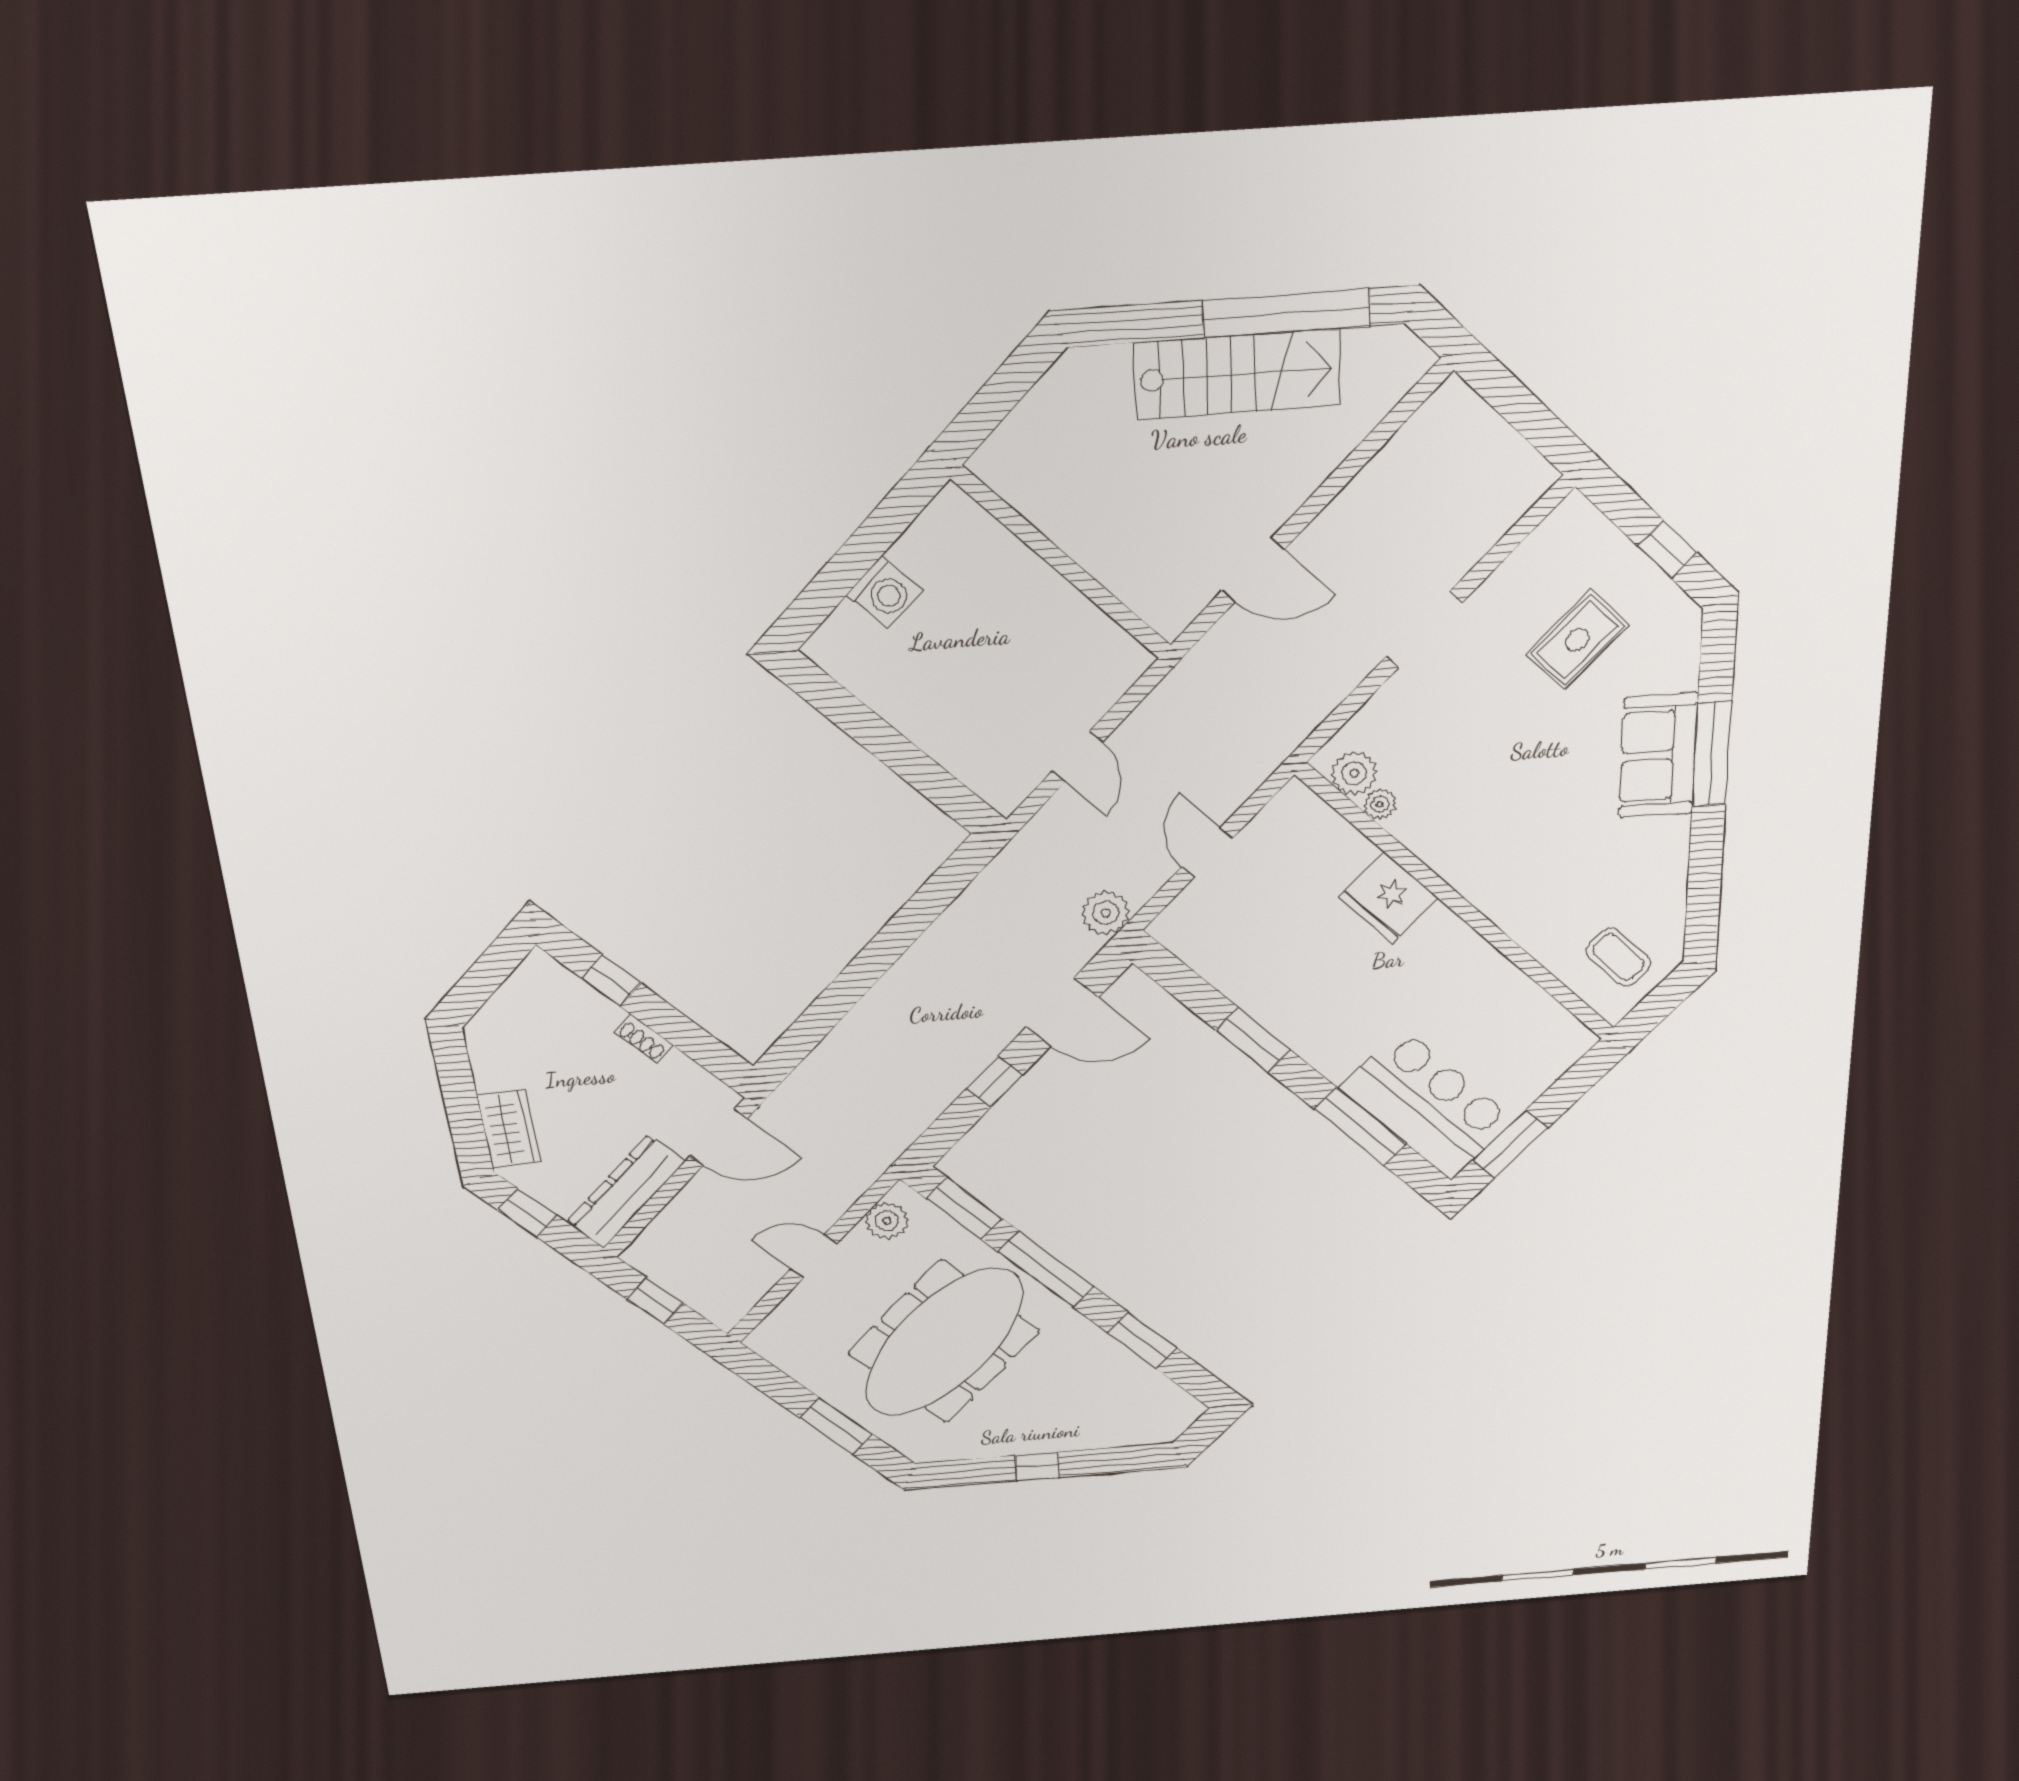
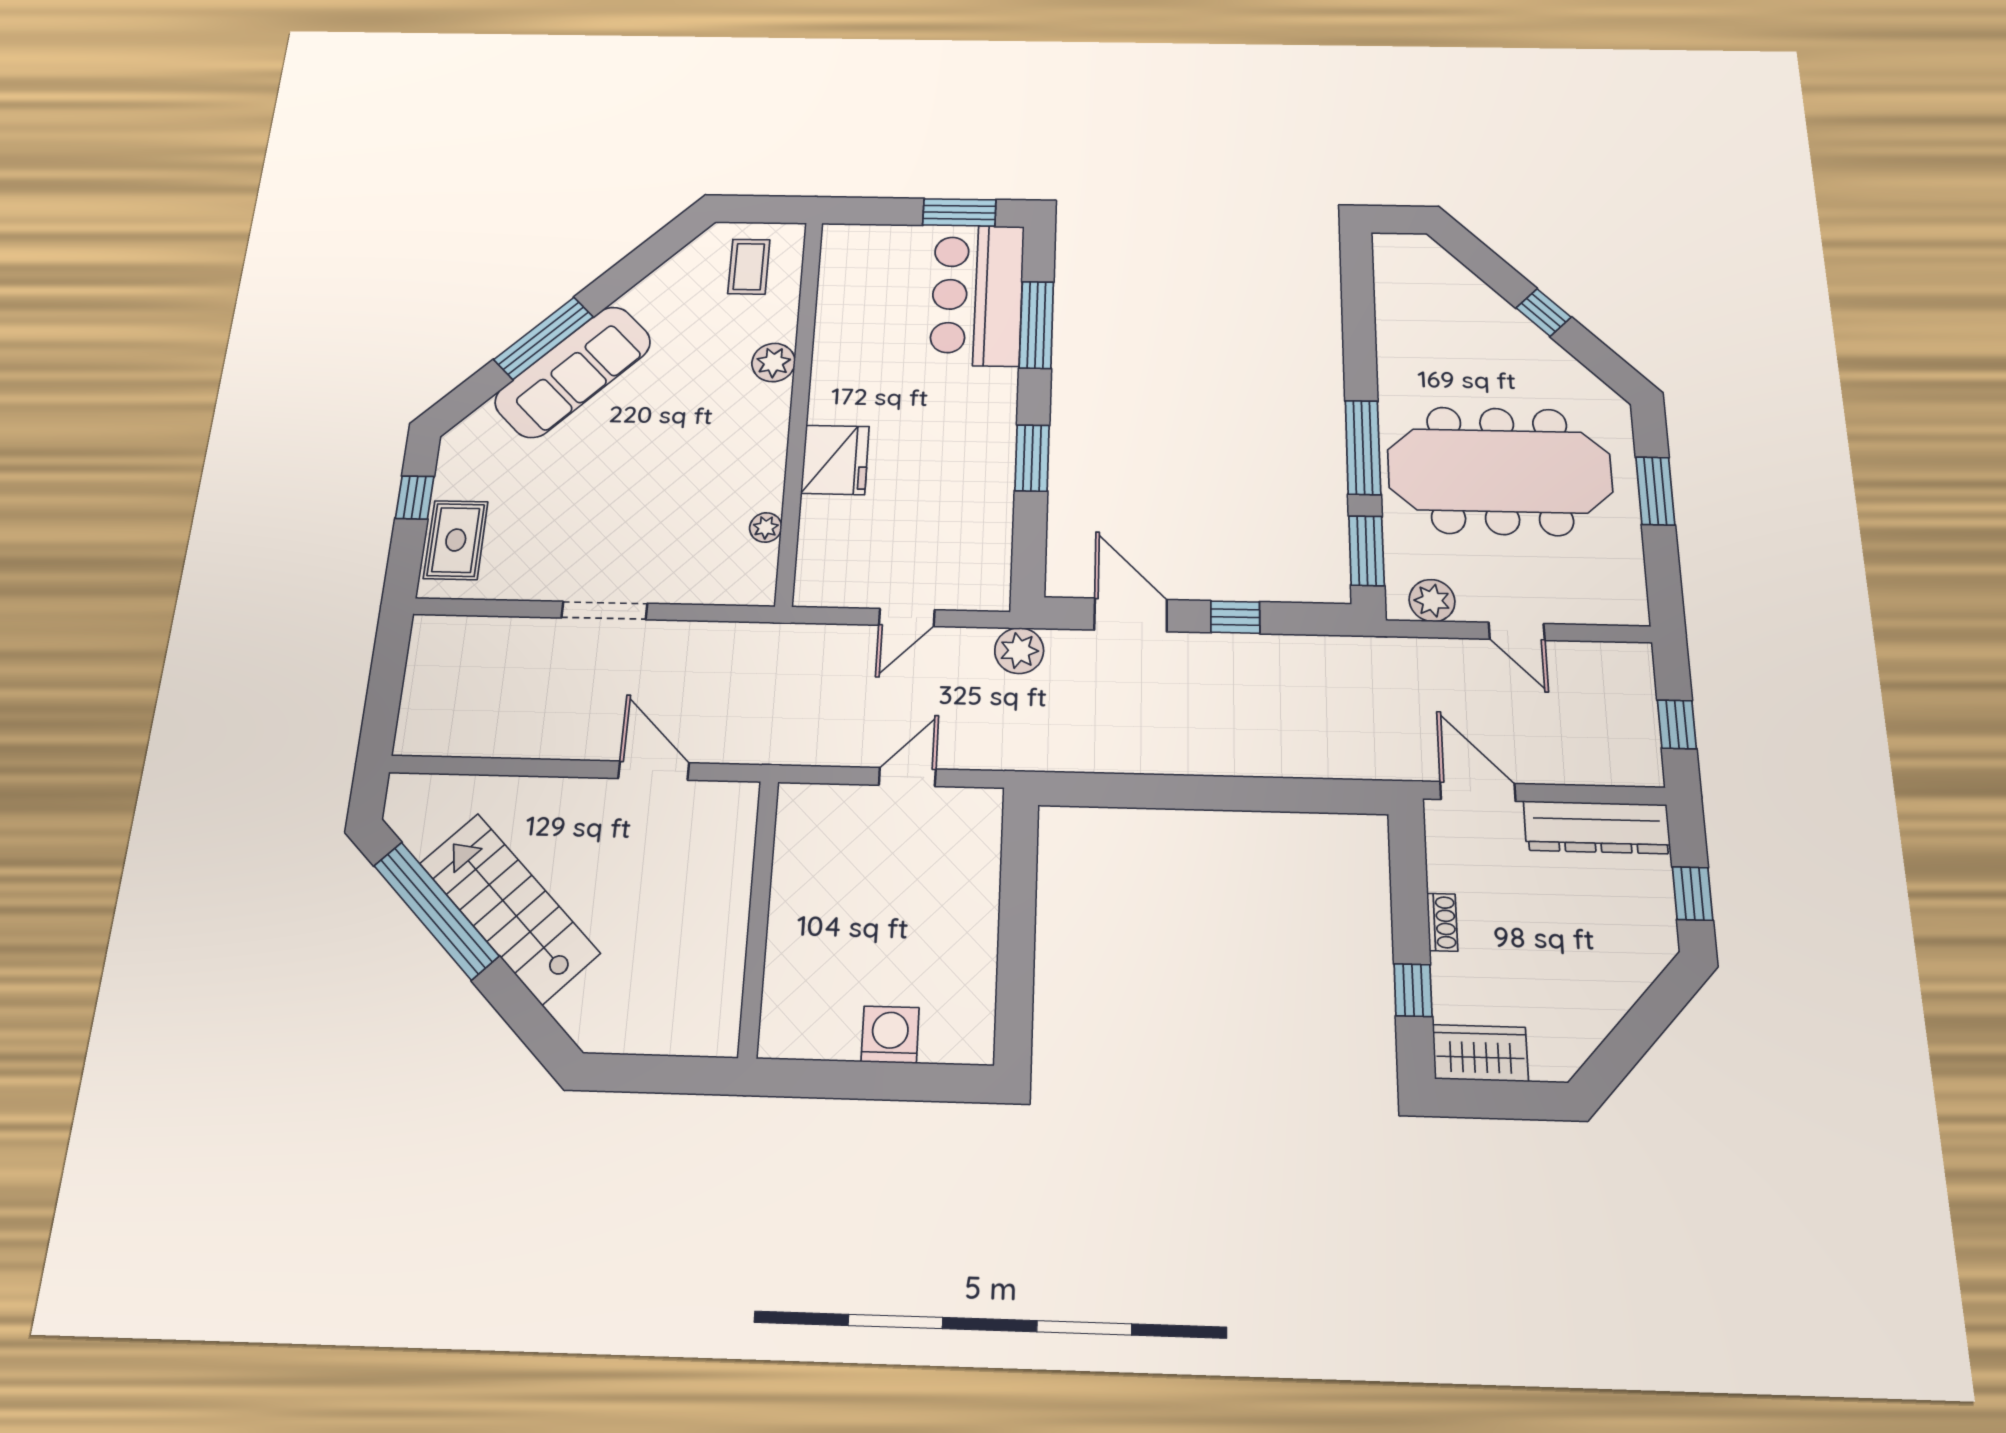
rug: (1577, 640) -> (456, 540), moved, turned 90
sofa: (1659, 756) -> (573, 372), width x1.36
plant: (1354, 773) -> (774, 363), moved
wardrobe: (509, 1129) -> (1480, 1053), moved, turned 48
window: (1142, 1340) -> (1359, 328), removed

